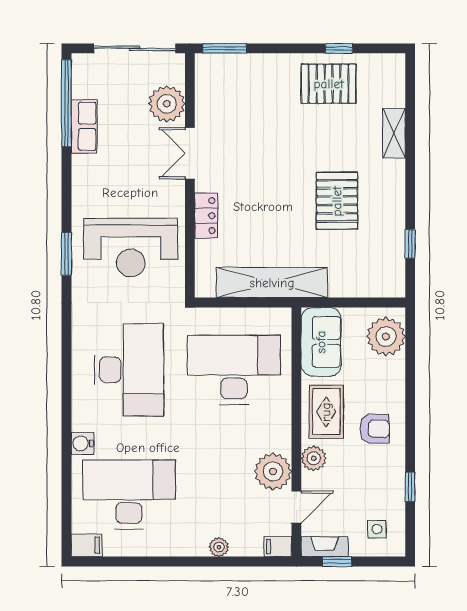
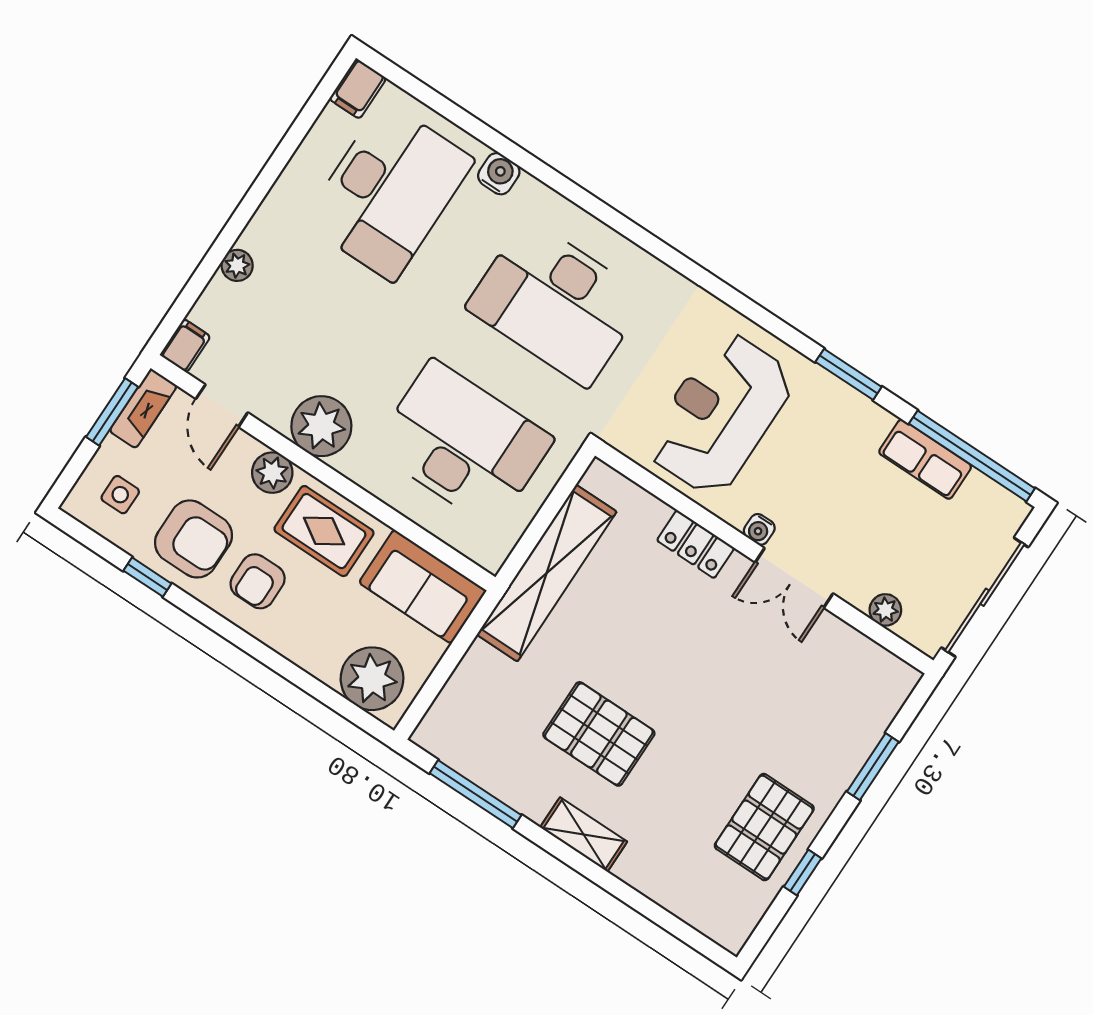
window: (225, 48) -> (873, 767), moved
plant: (167, 104) -> (885, 610), width x0.53, depth x0.53
shelving: (394, 133) -> (584, 835), moved
double door: (190, 153) -> (794, 578), swing flipped
water cooler: (177, 188) -> (759, 529), added
window: (410, 244) -> (475, 794), width x2.17
window: (66, 254) -> (849, 374), moved
desk: (234, 370) -> (463, 444), turned -90
plant: (273, 471) -> (321, 426), moved
armchair: (375, 476) -> (194, 539), added
window: (337, 562) -> (112, 412), width x1.50

